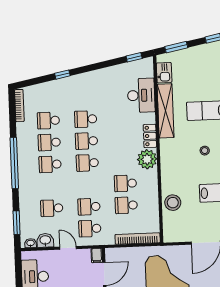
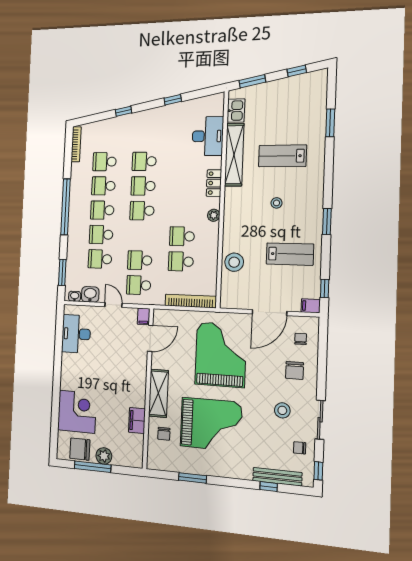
window: (134, 57) -> (173, 100), moved
plant: (147, 159) -> (214, 215), width x0.53, depth x0.53
school desk: (51, 186) -> (101, 235), added

